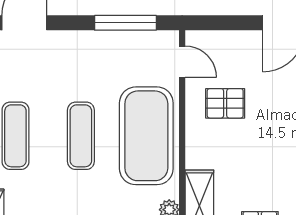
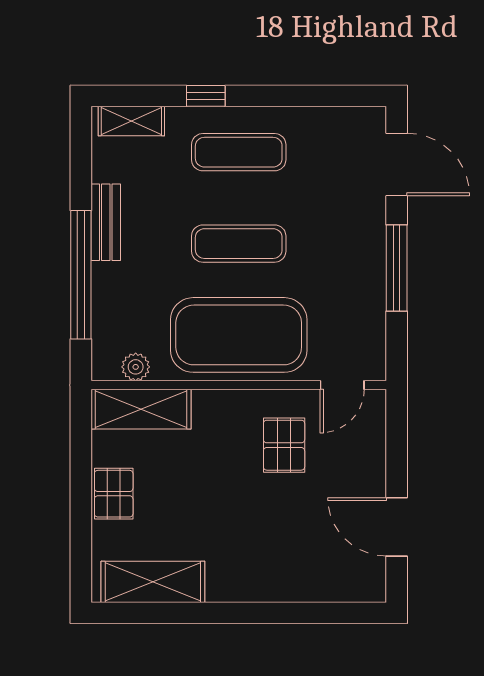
window: (125, 23) -> (397, 268), moved

